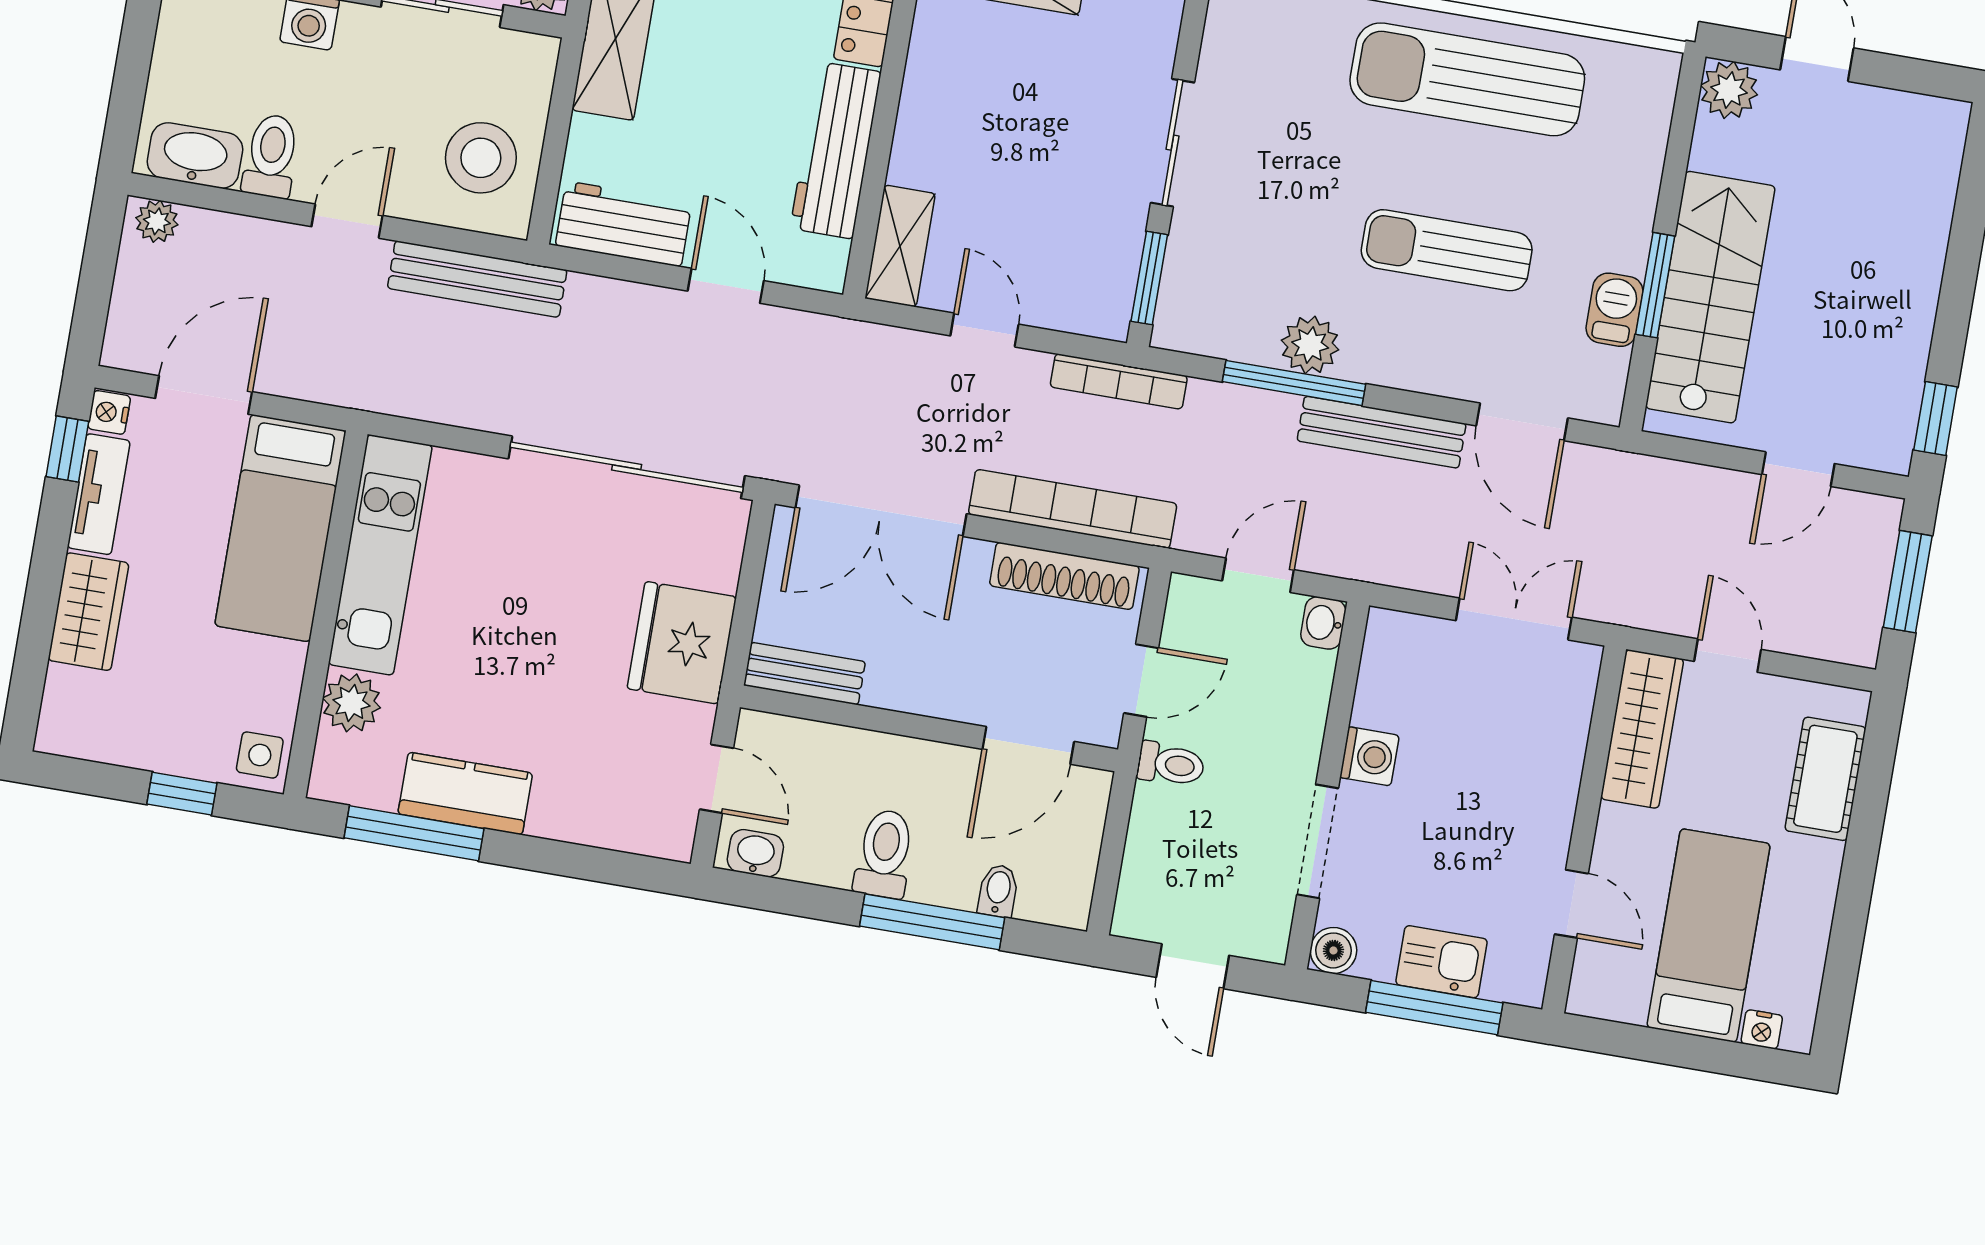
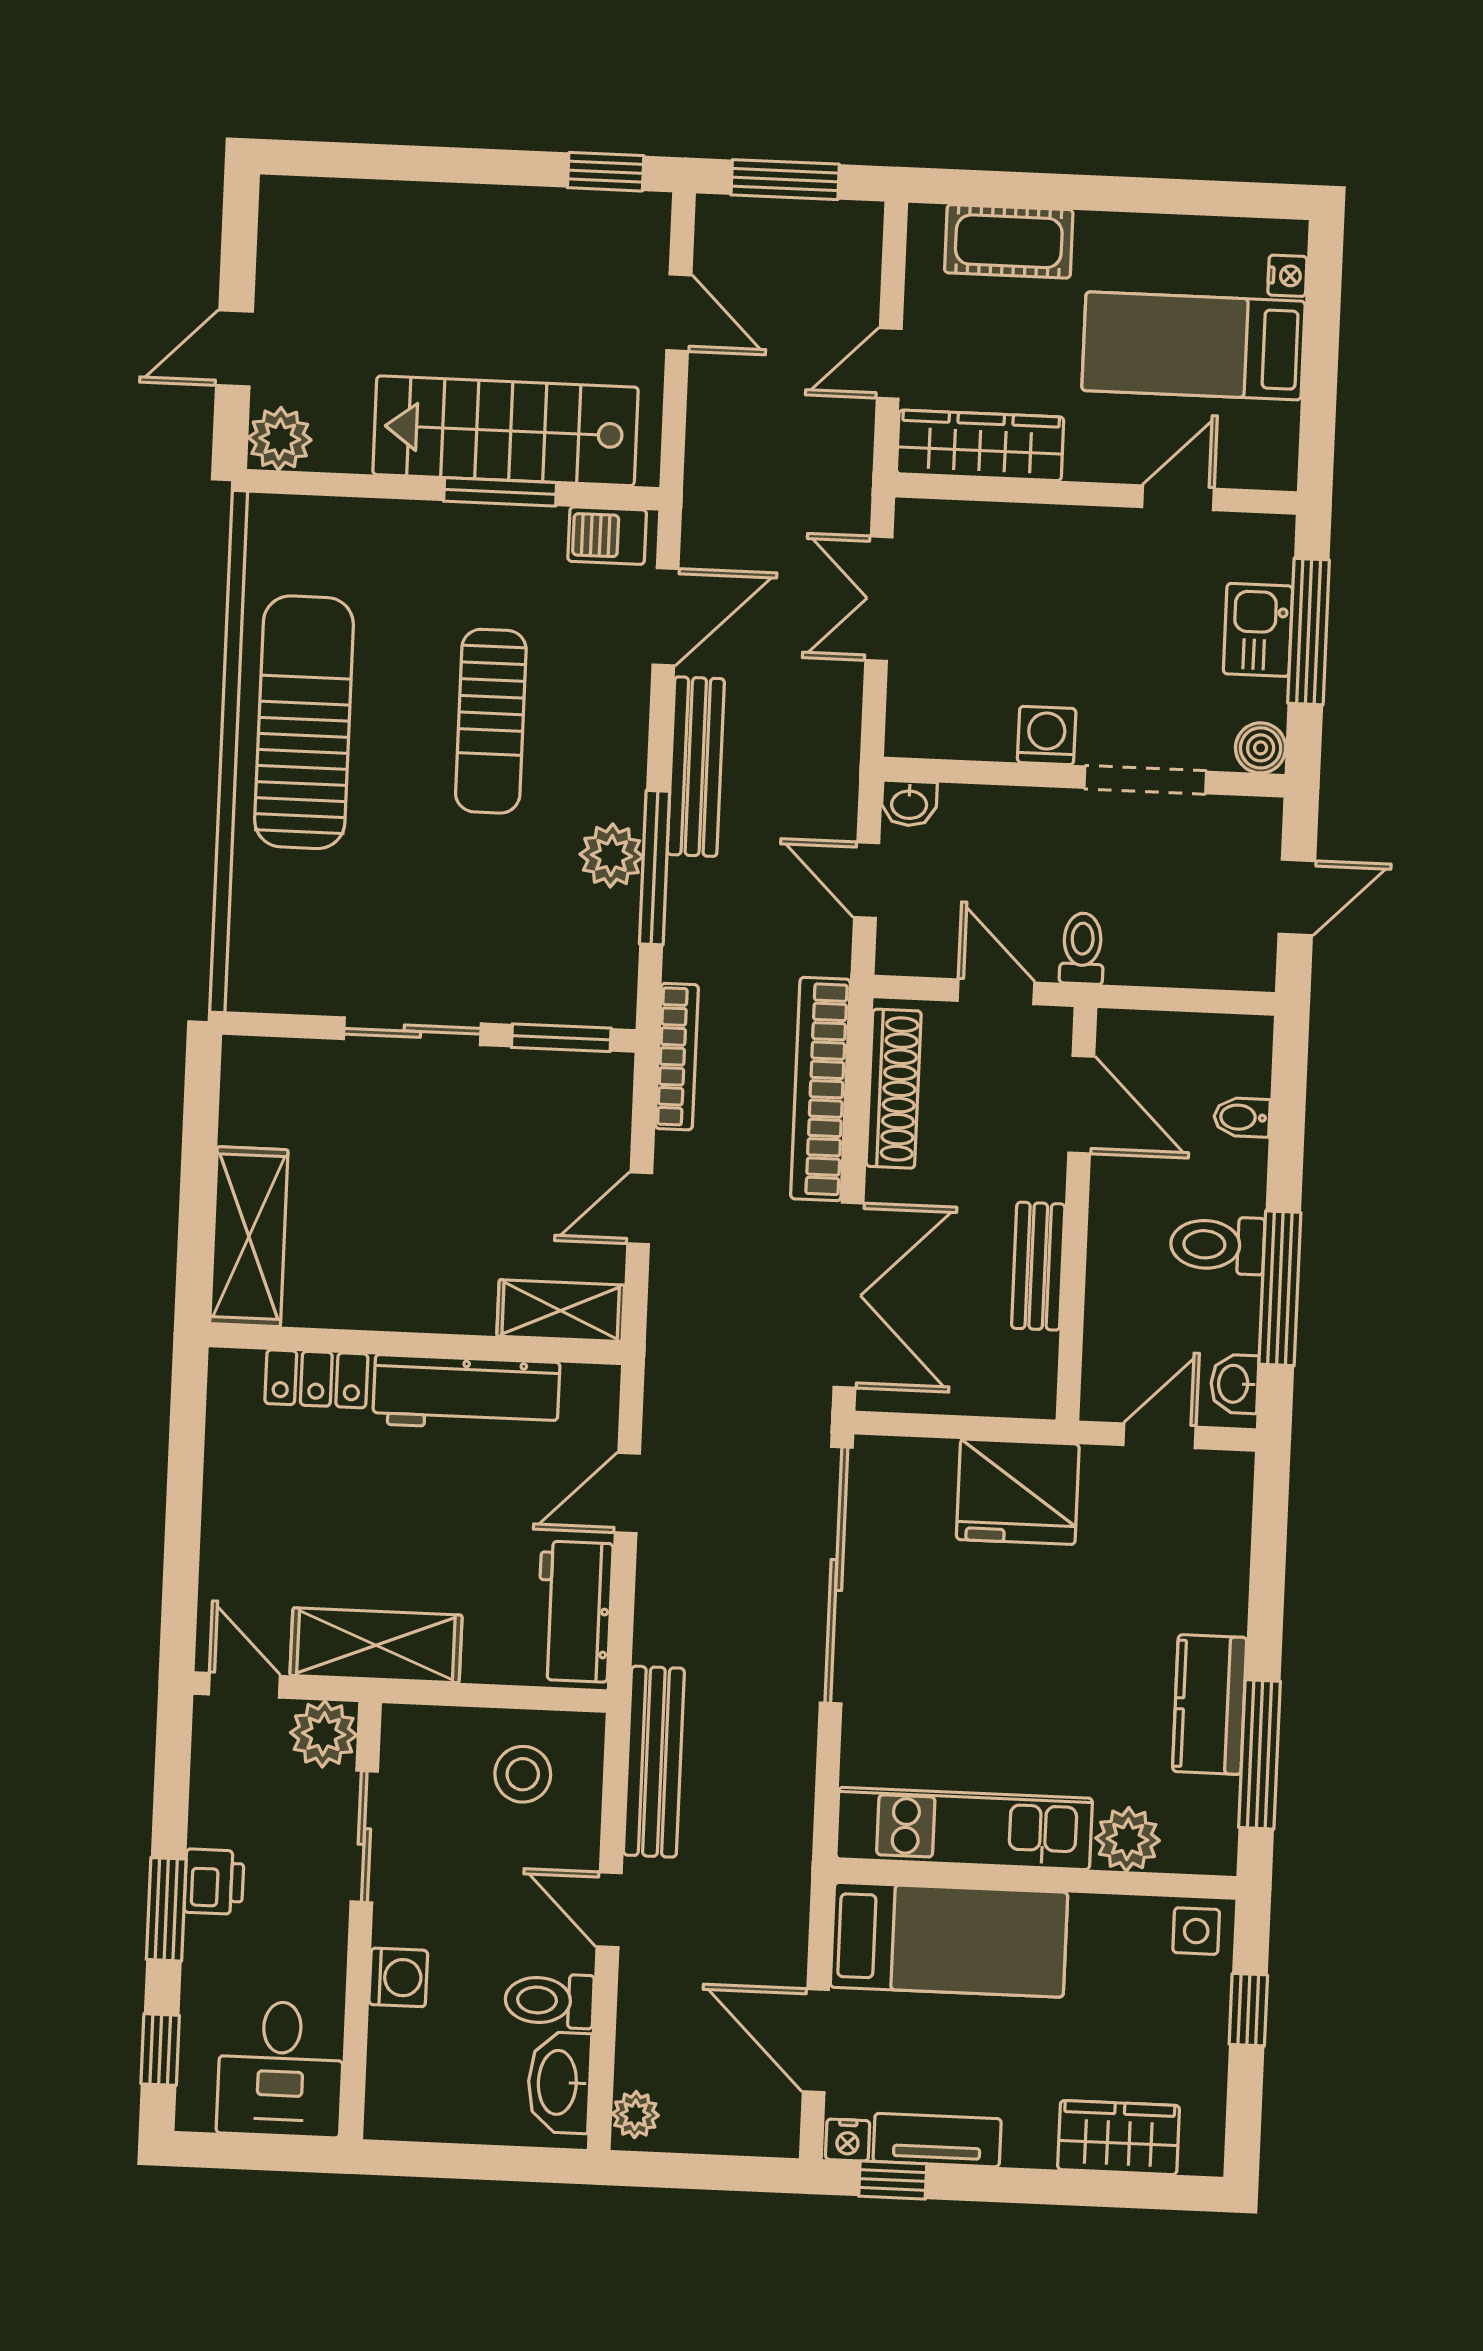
sun lounger: (1467, 79) -> (304, 722), turned 180
stool: (481, 158) -> (523, 1774), width x0.73, depth x0.73
barbecue: (1614, 310) -> (607, 536), moved
wardrobe: (88, 612) -> (1119, 2138), moved
bench: (804, 674) -> (1038, 1266), moved
window: (932, 922) -> (1280, 1288), moved

